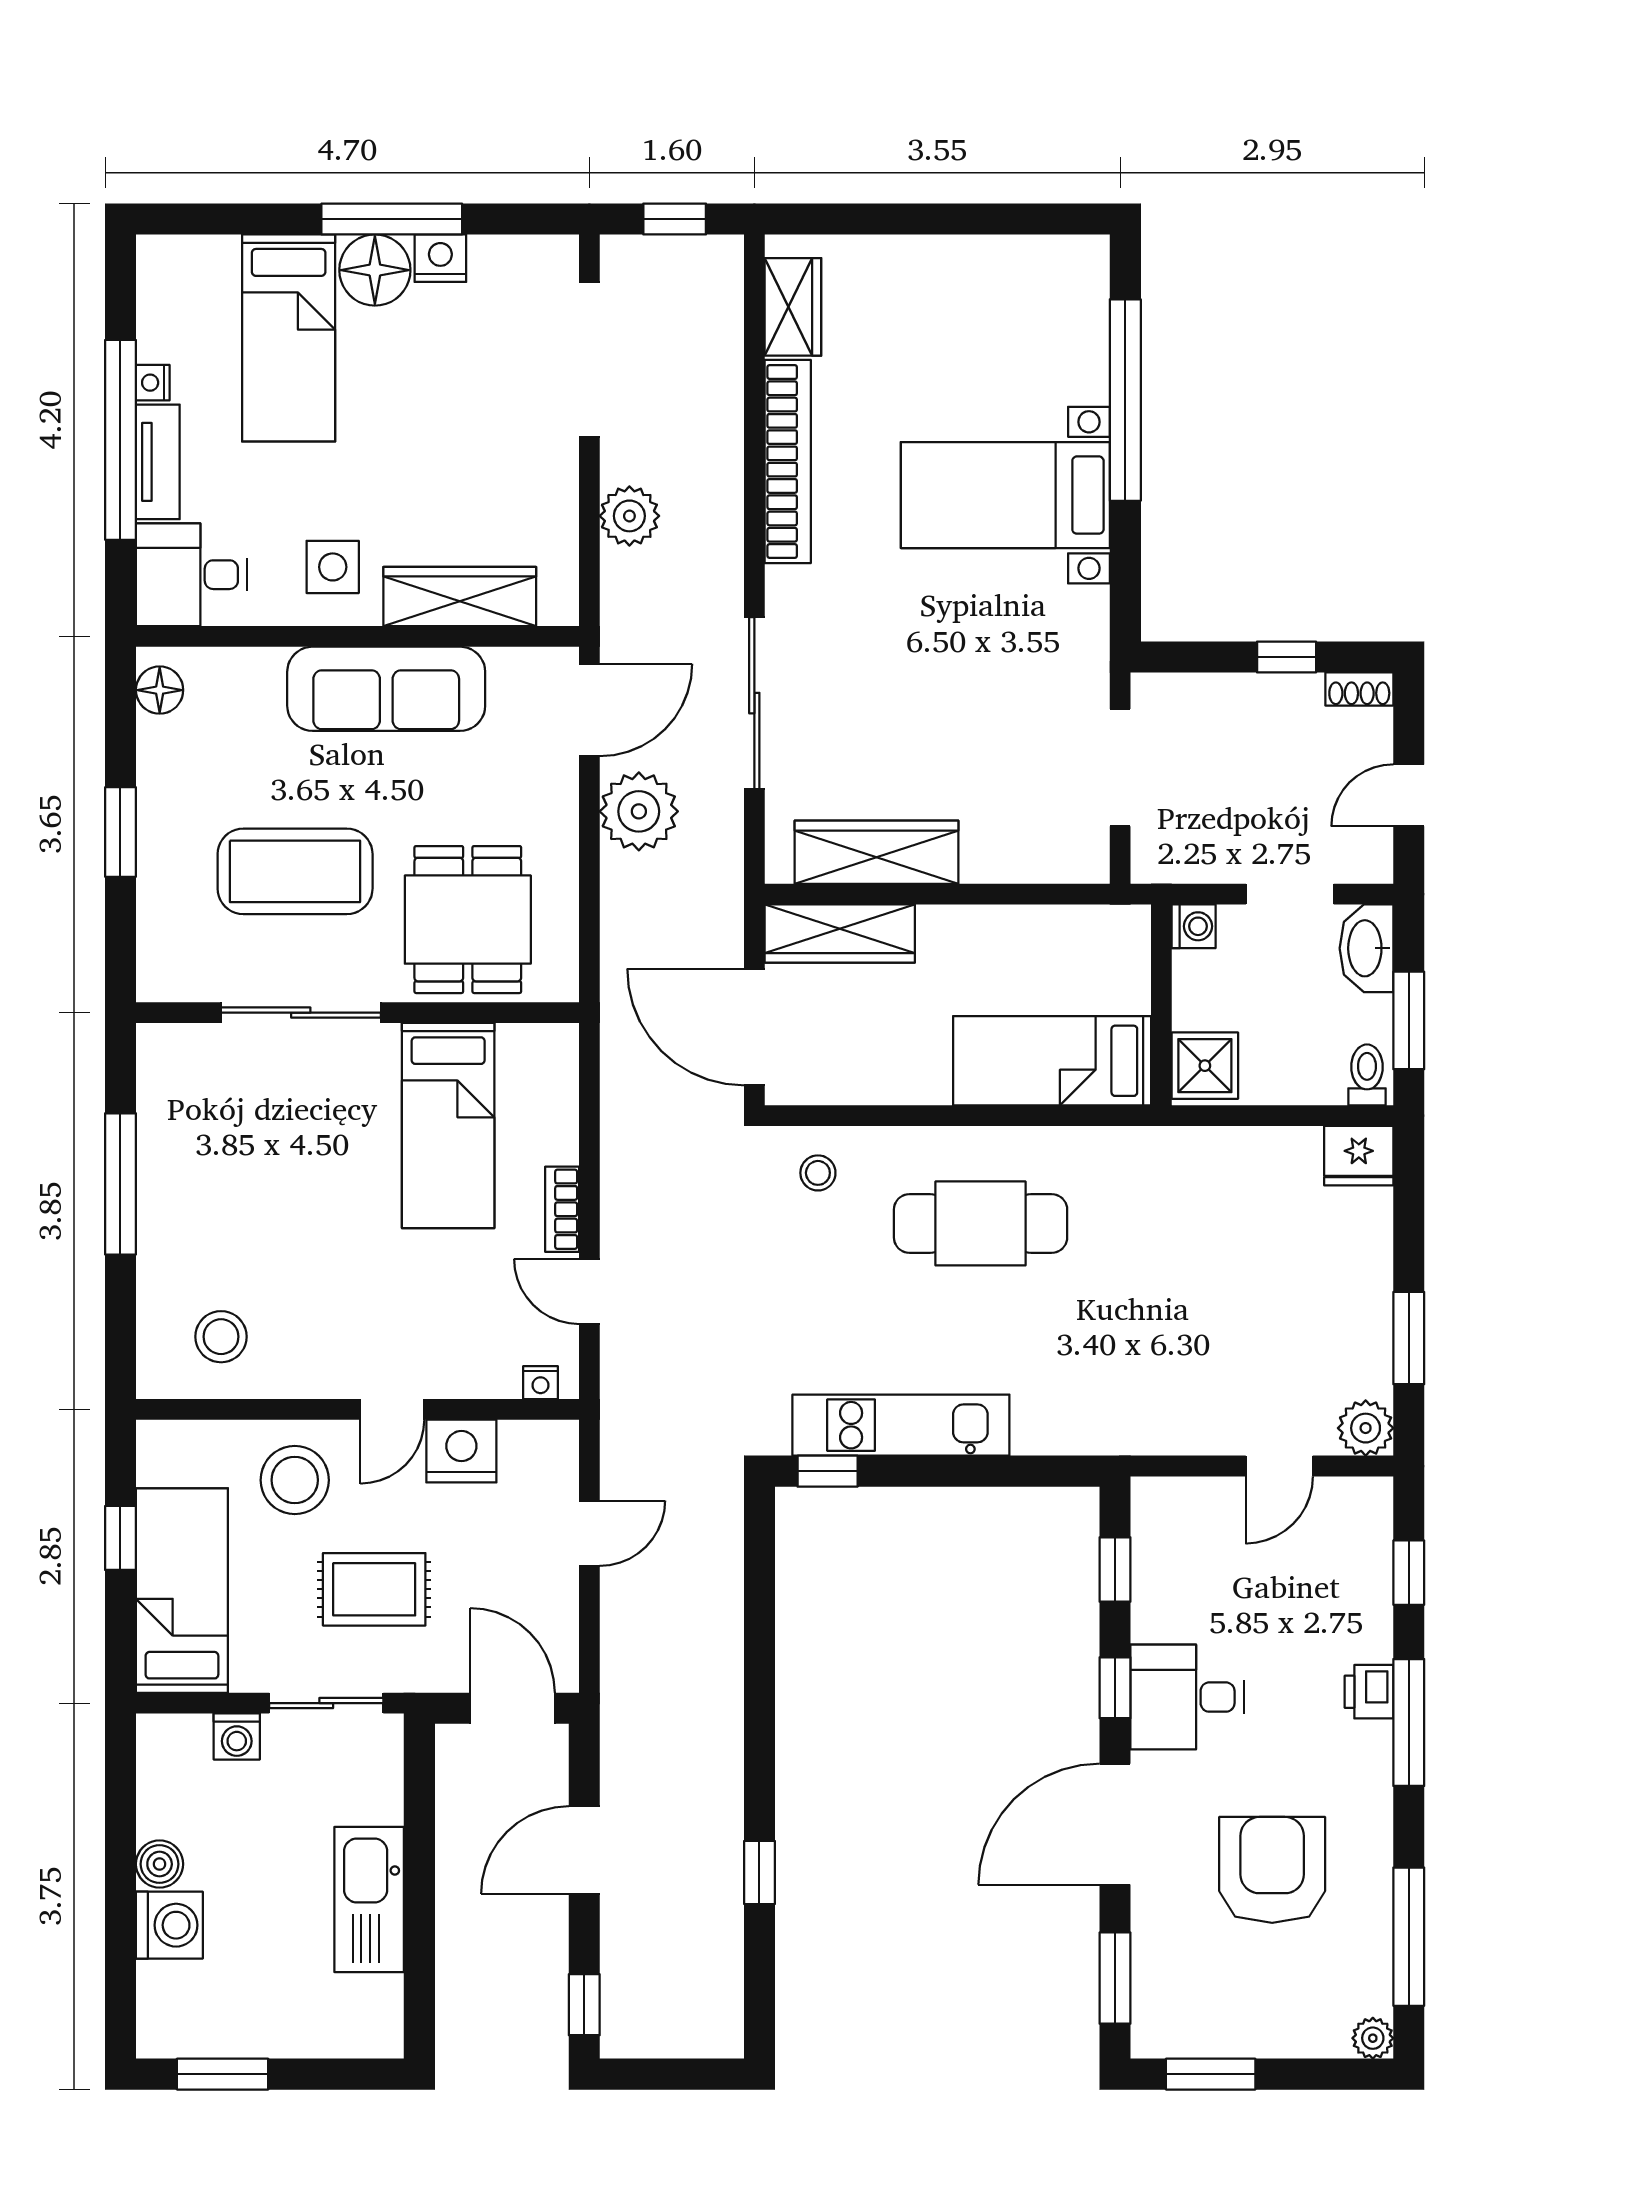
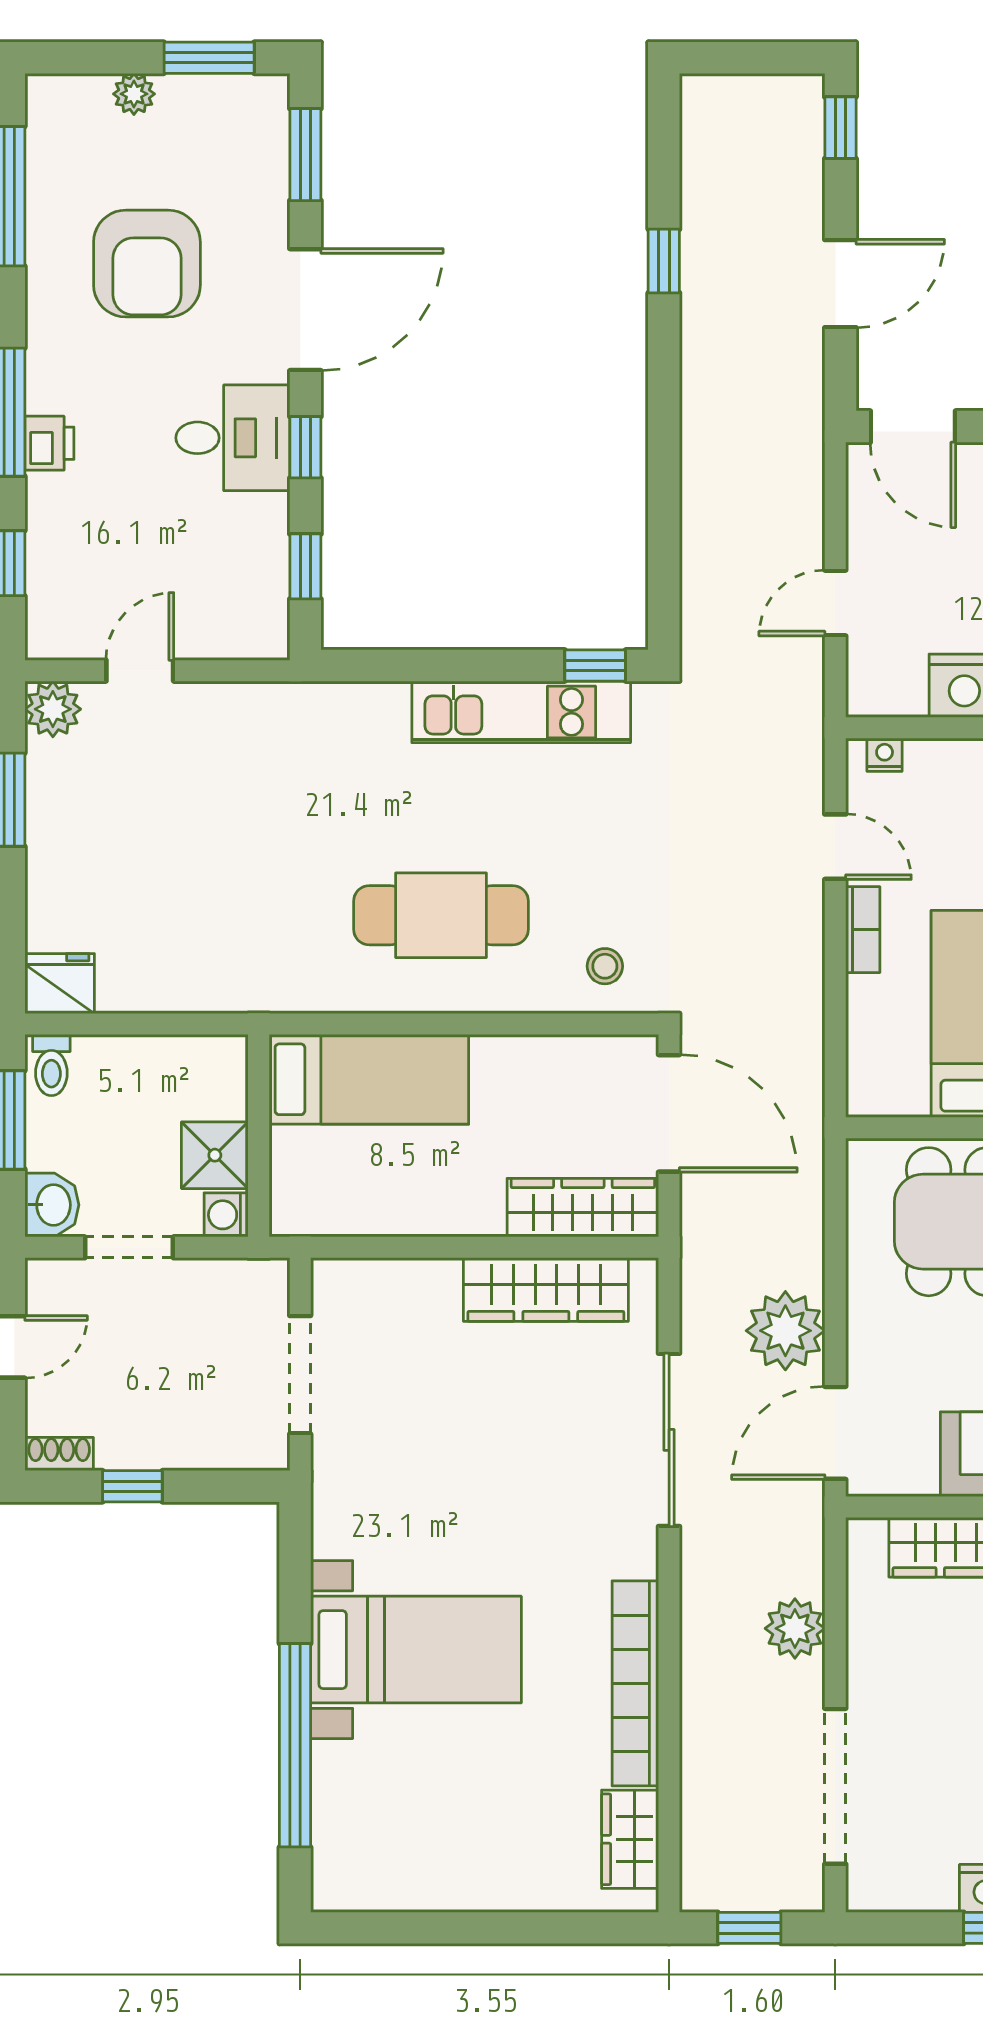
washbasin: (1366, 948) -> (52, 1205), width x0.72
shower: (1205, 1066) -> (215, 1155), moved
plant: (1373, 2038) -> (134, 94), moved

